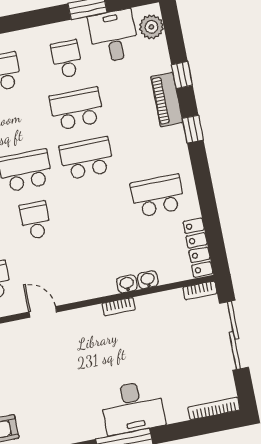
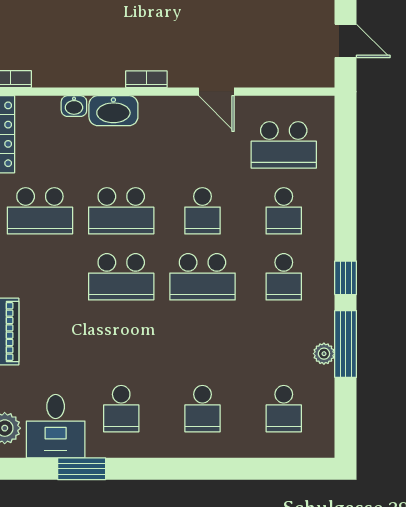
school desk: (77, 109) -> (121, 211), moved
washbasin: (127, 284) -> (113, 111), width x1.91, depth x1.45
bookcase: (119, 307) -> (146, 79), moved

